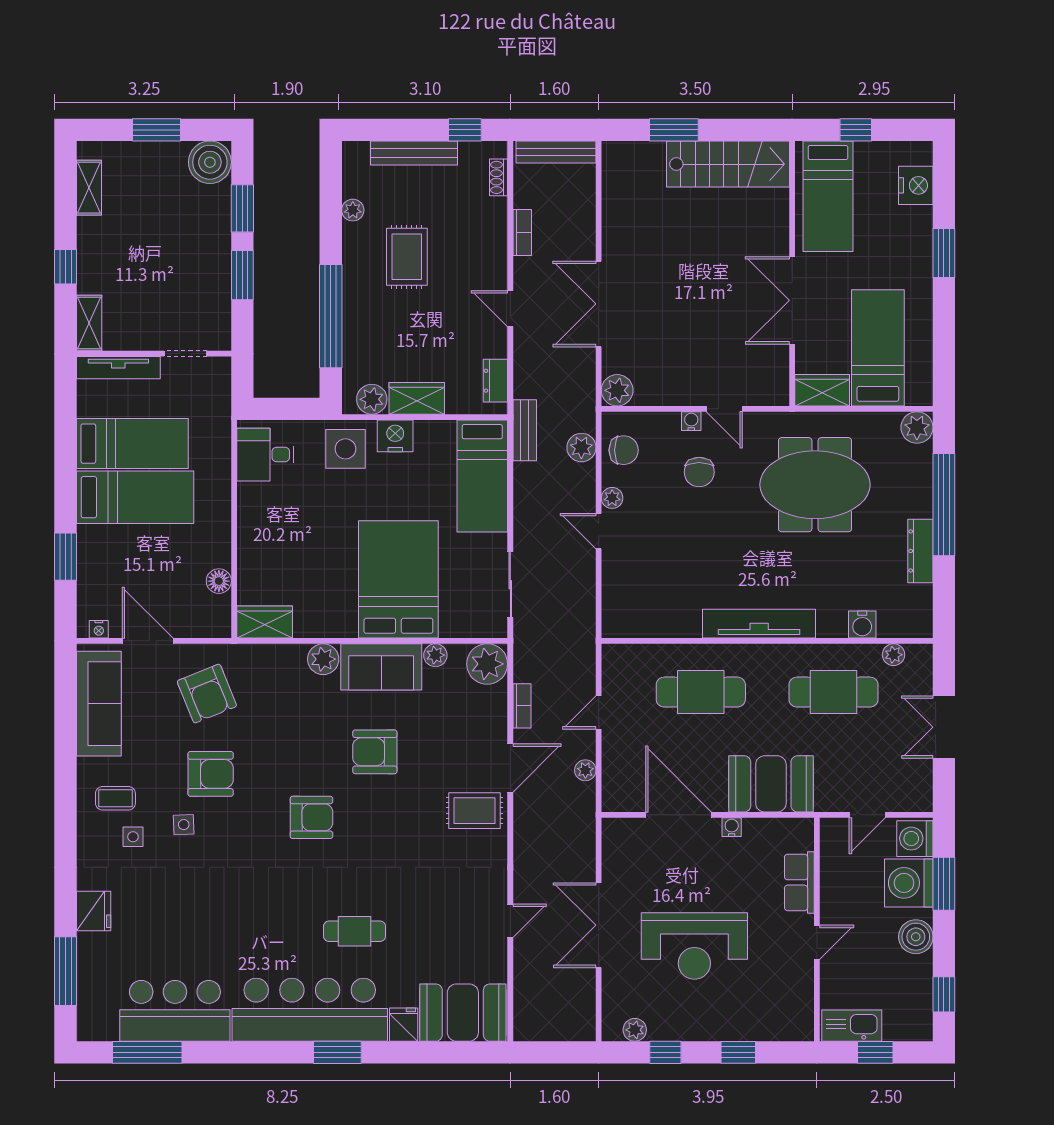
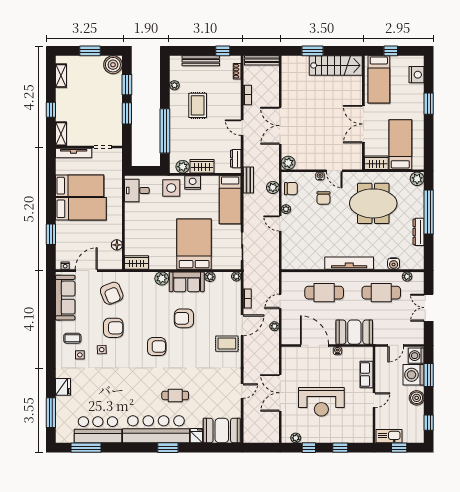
door: (148, 641) -> (86, 271), hinge flipped
plant: (487, 664) -> (236, 276), width x0.53, depth x0.53

